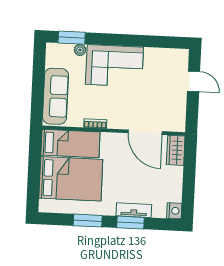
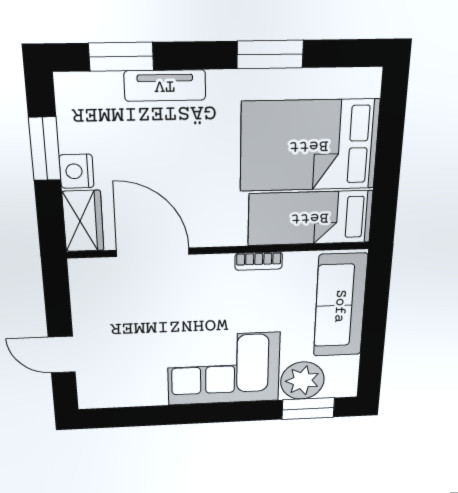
plant: (80, 50) -> (302, 381), width x1.88, depth x1.88
window: (189, 186) -> (45, 149), added
nightstand: (174, 211) -> (77, 171), moved
window: (130, 223) -> (121, 57), moved

